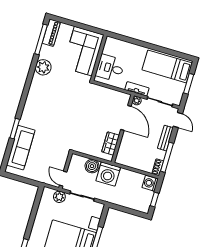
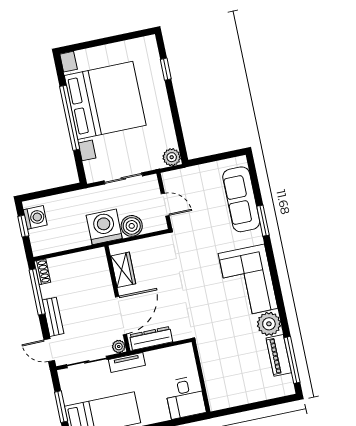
piano: (51, 33) -> (279, 355), moved
corner sofa: (83, 51) -> (248, 281), moved, turned 180
desk: (110, 68) -> (185, 397), moved, turned 90
dresser: (116, 95) -> (151, 338), added
door: (126, 118) -> (121, 315), swing flipped
door: (63, 179) -> (165, 205), moved
washing machine: (150, 183) -> (35, 217), moved
plant: (59, 197) -> (172, 157), moved

